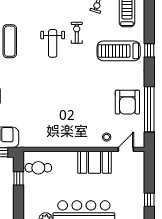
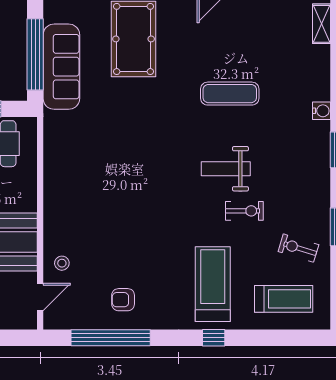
armchair: (127, 102) -> (123, 300), width x0.53, depth x0.53
door: (126, 149) -> (40, 297), hinge flipped

